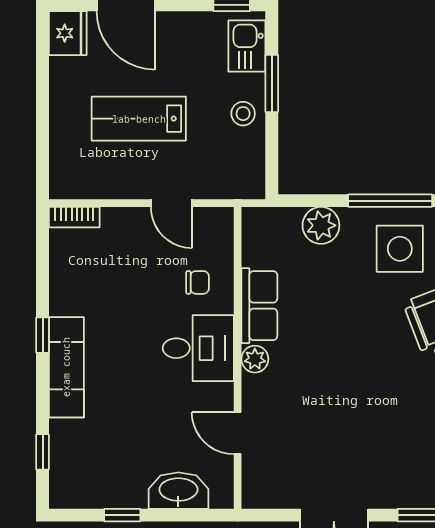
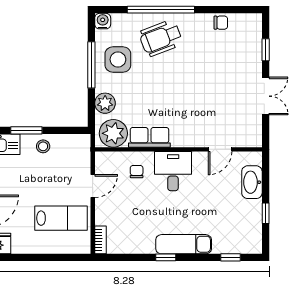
lab bench: (139, 119) -> (61, 218), moved, turned -90
plant: (255, 359) -> (113, 133), moved, width x1.87, depth x1.87

